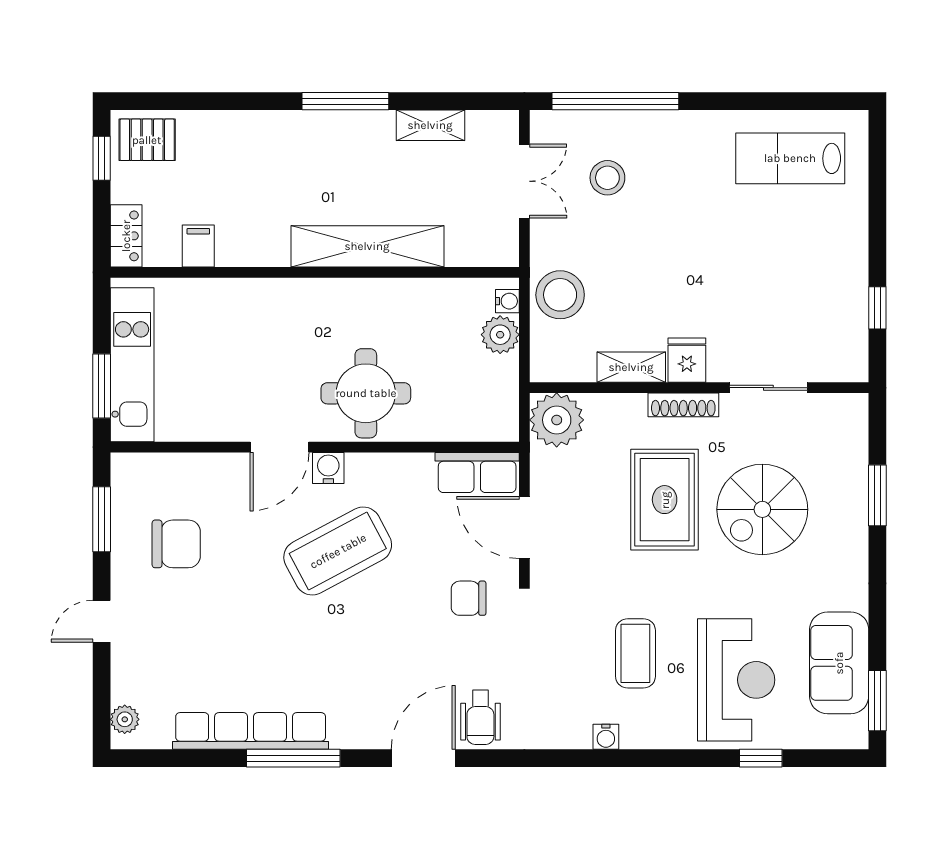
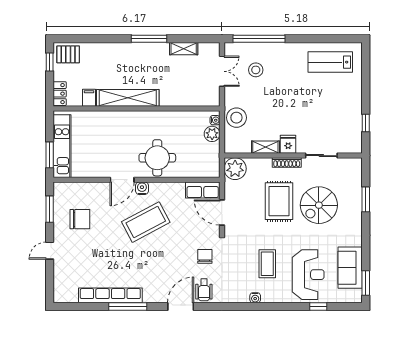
shelving: (367, 246) -> (128, 98), moved
chair: (469, 598) -> (205, 256), moved, turned 90
plant: (125, 719) -> (59, 291), removed

